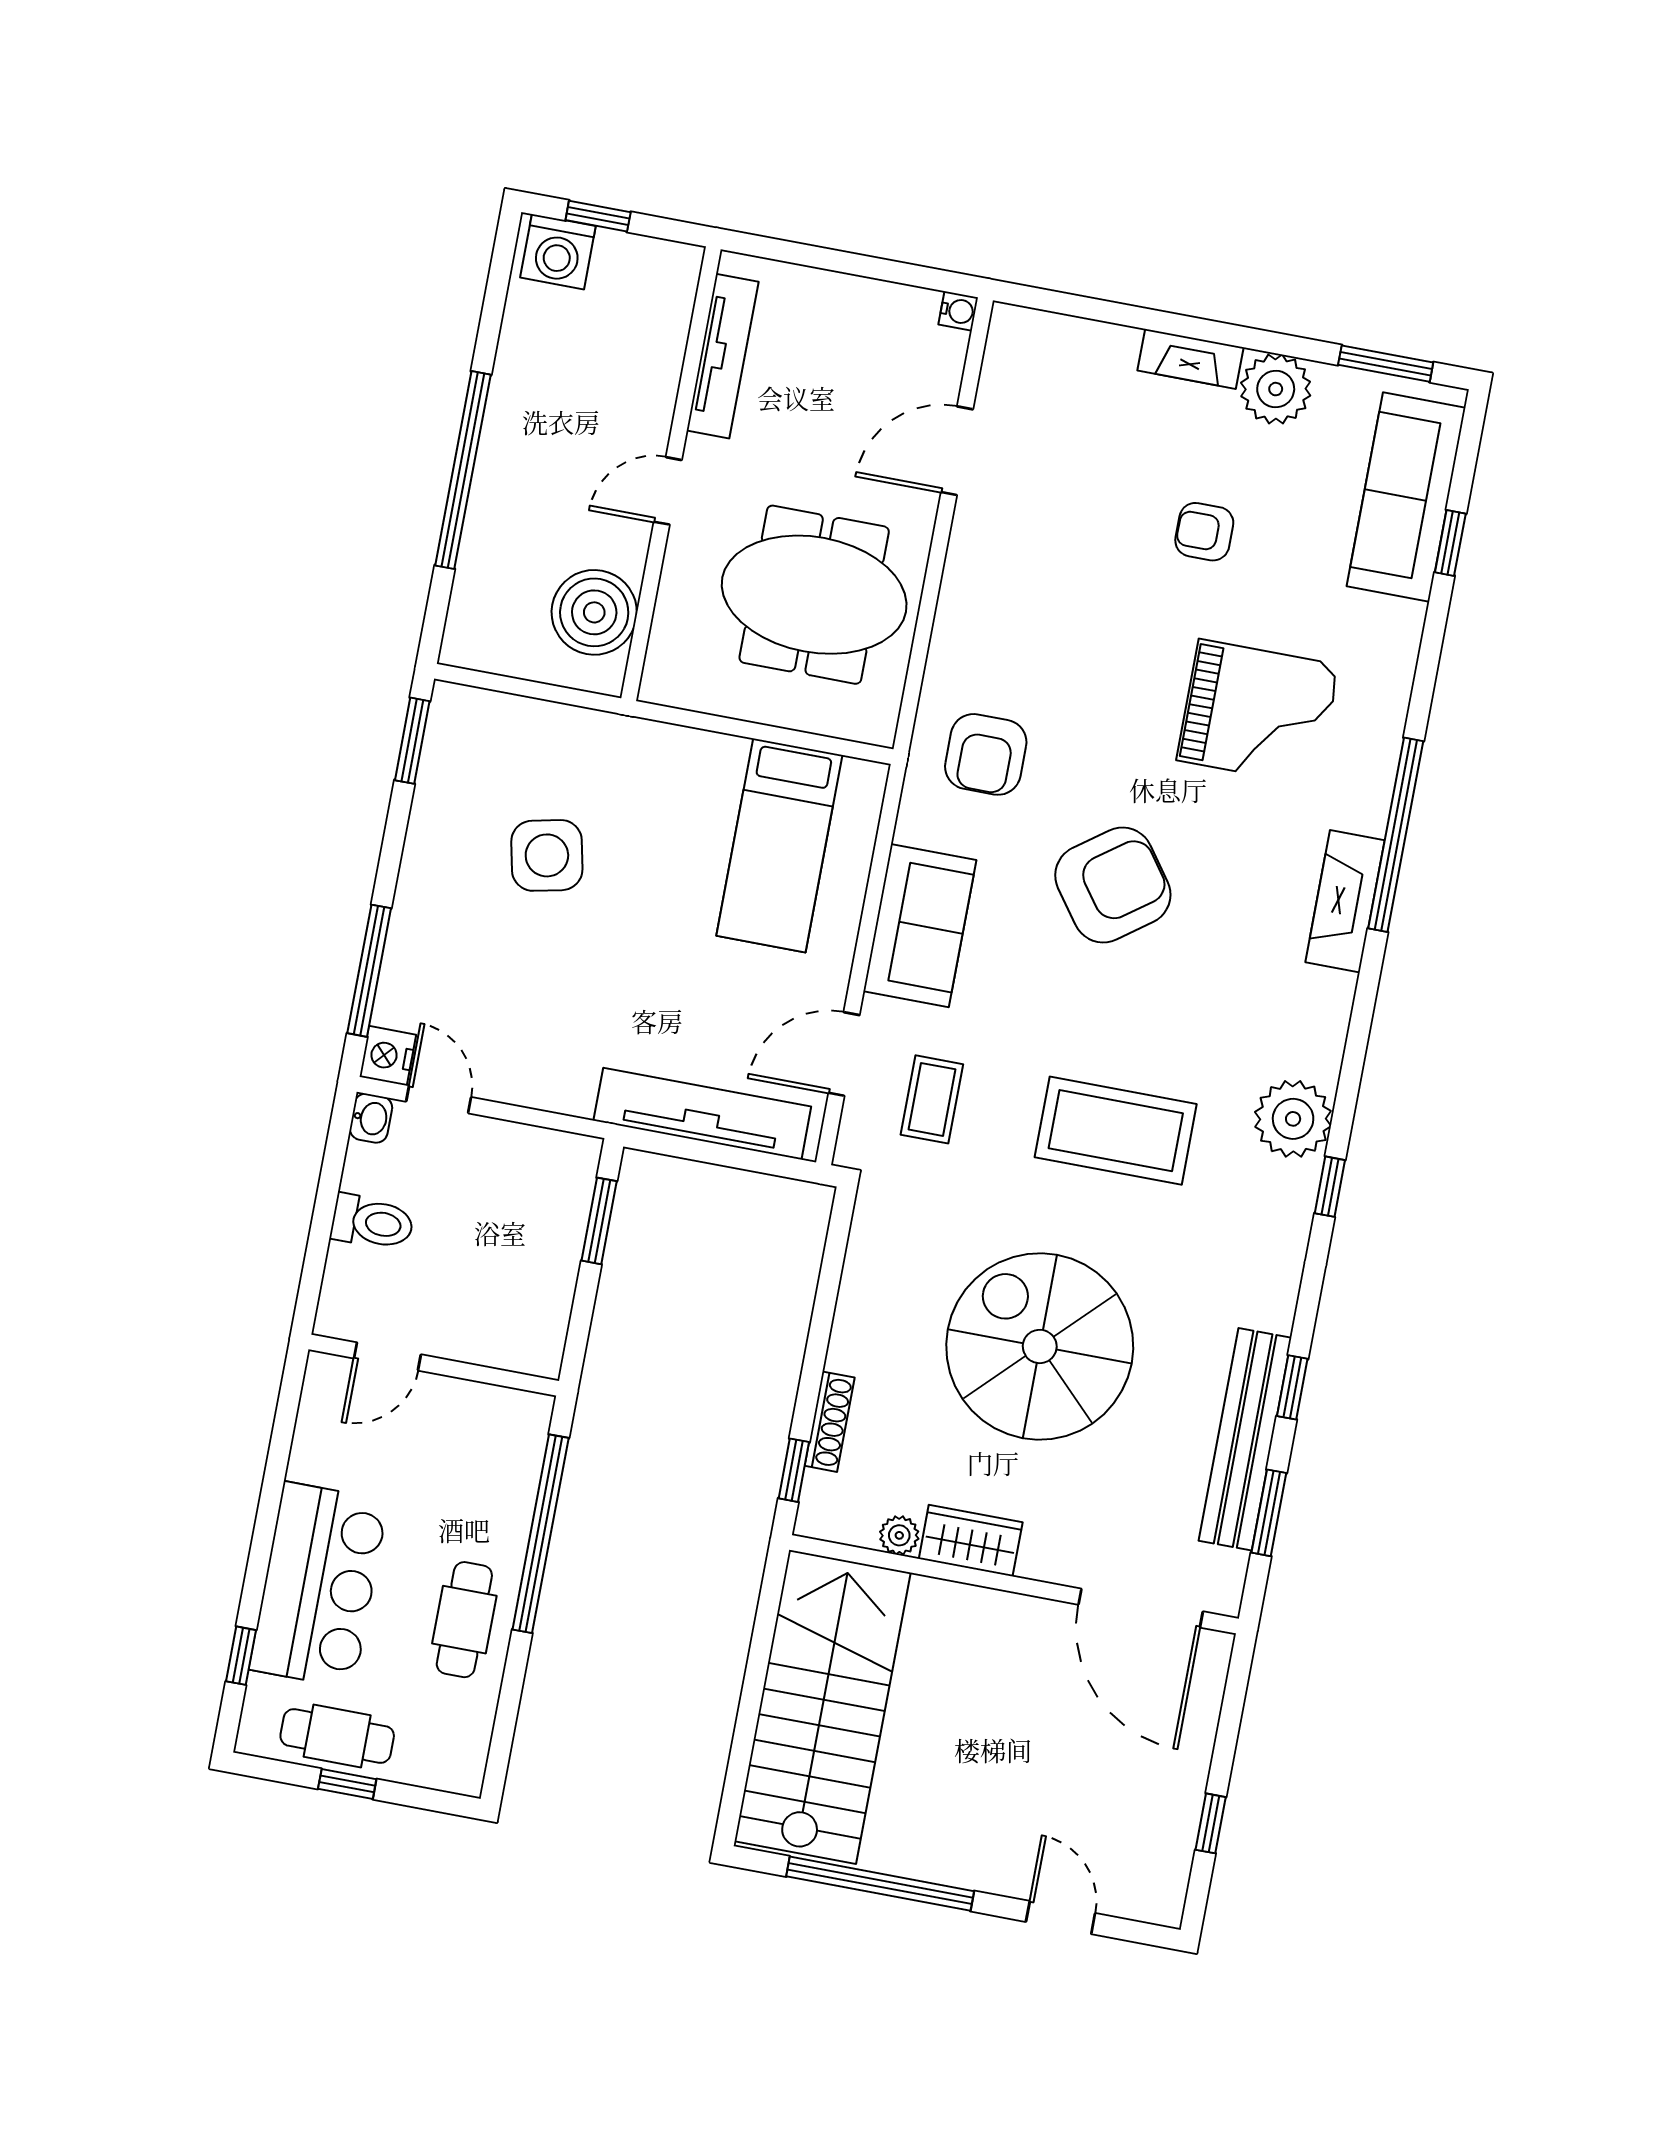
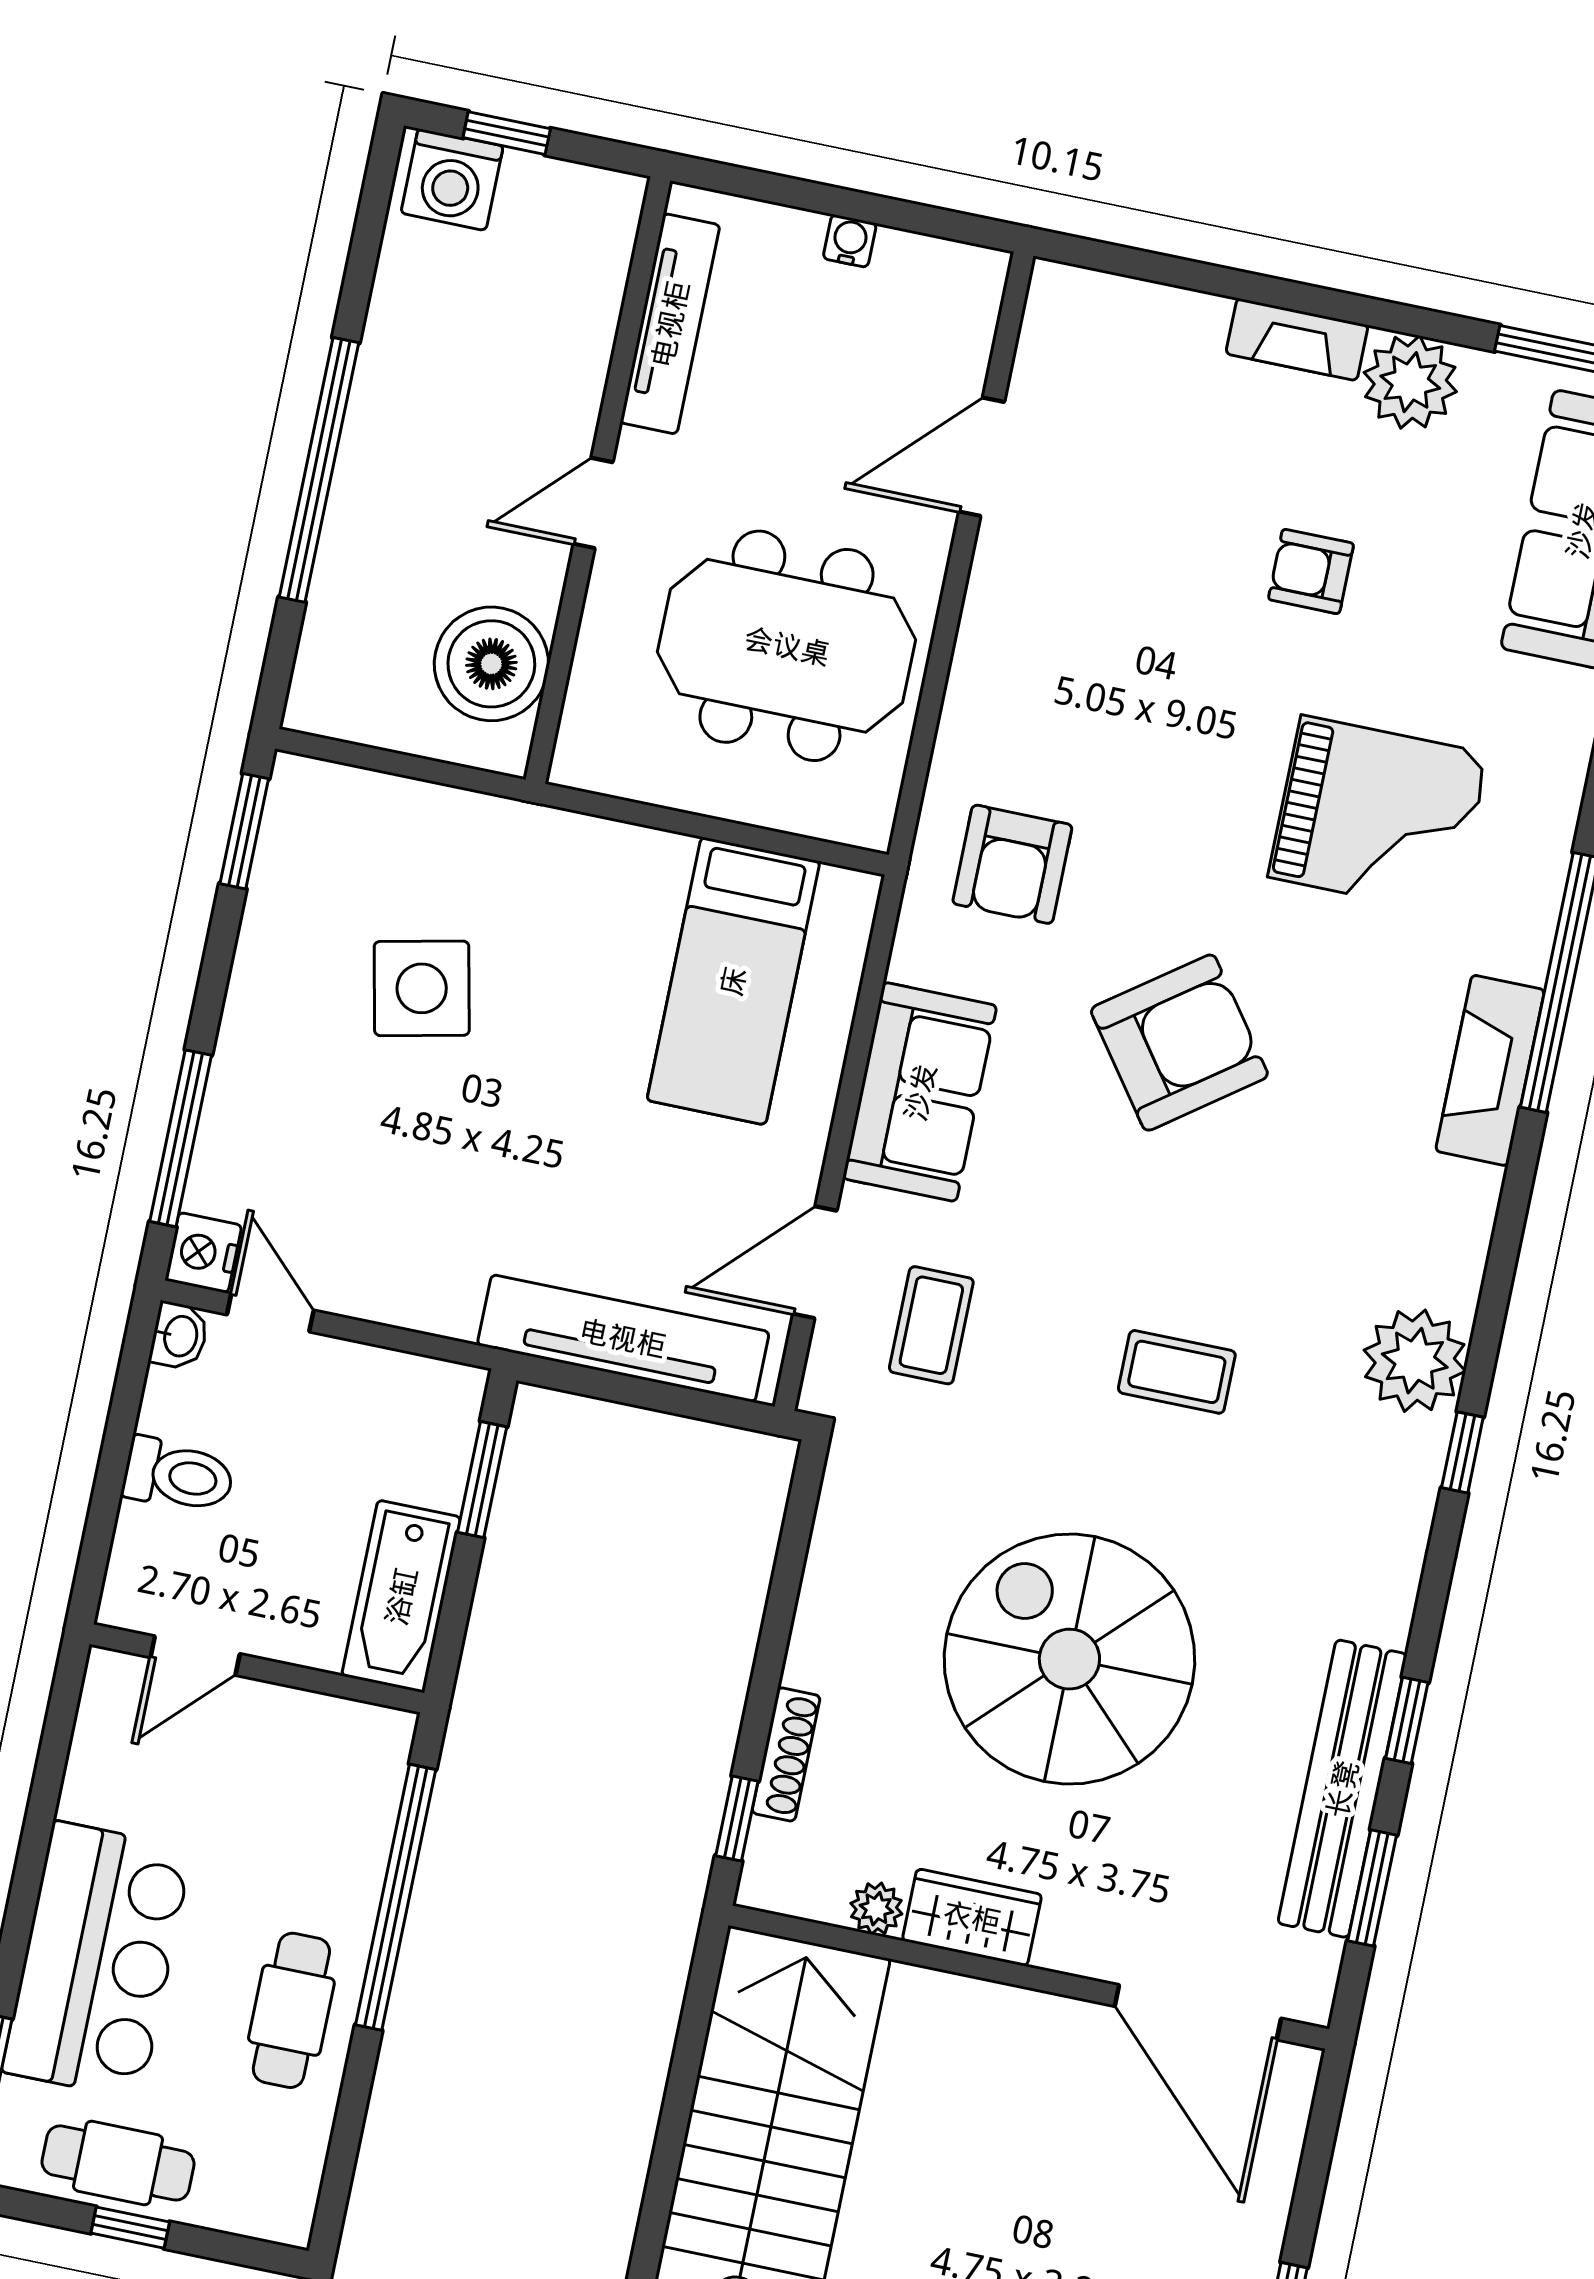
water cooler: (958, 311) -> (850, 241), moved, turned -90
coffee table: (1116, 1131) -> (1177, 1372), width x0.54, depth x0.58
bathtub: (540, 1309) -> (401, 1596), added

